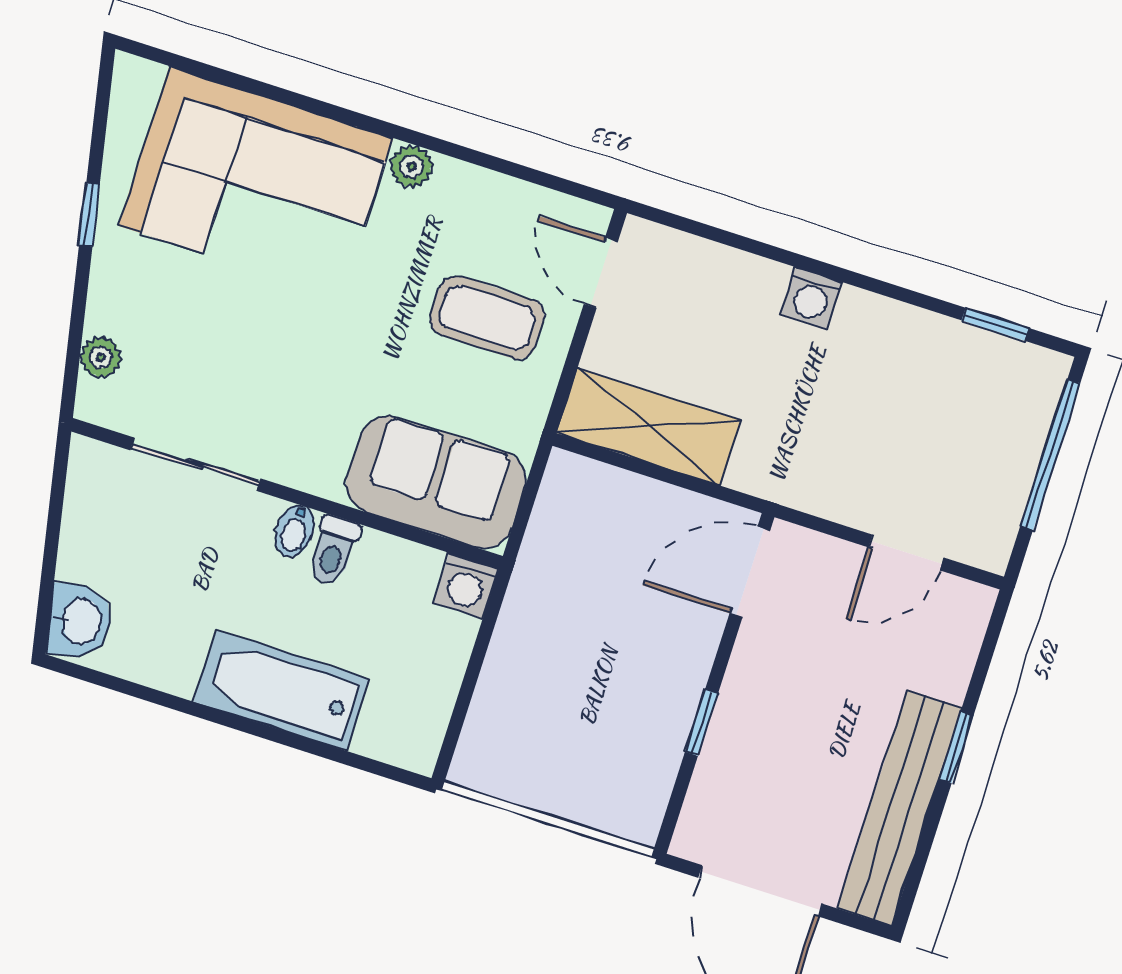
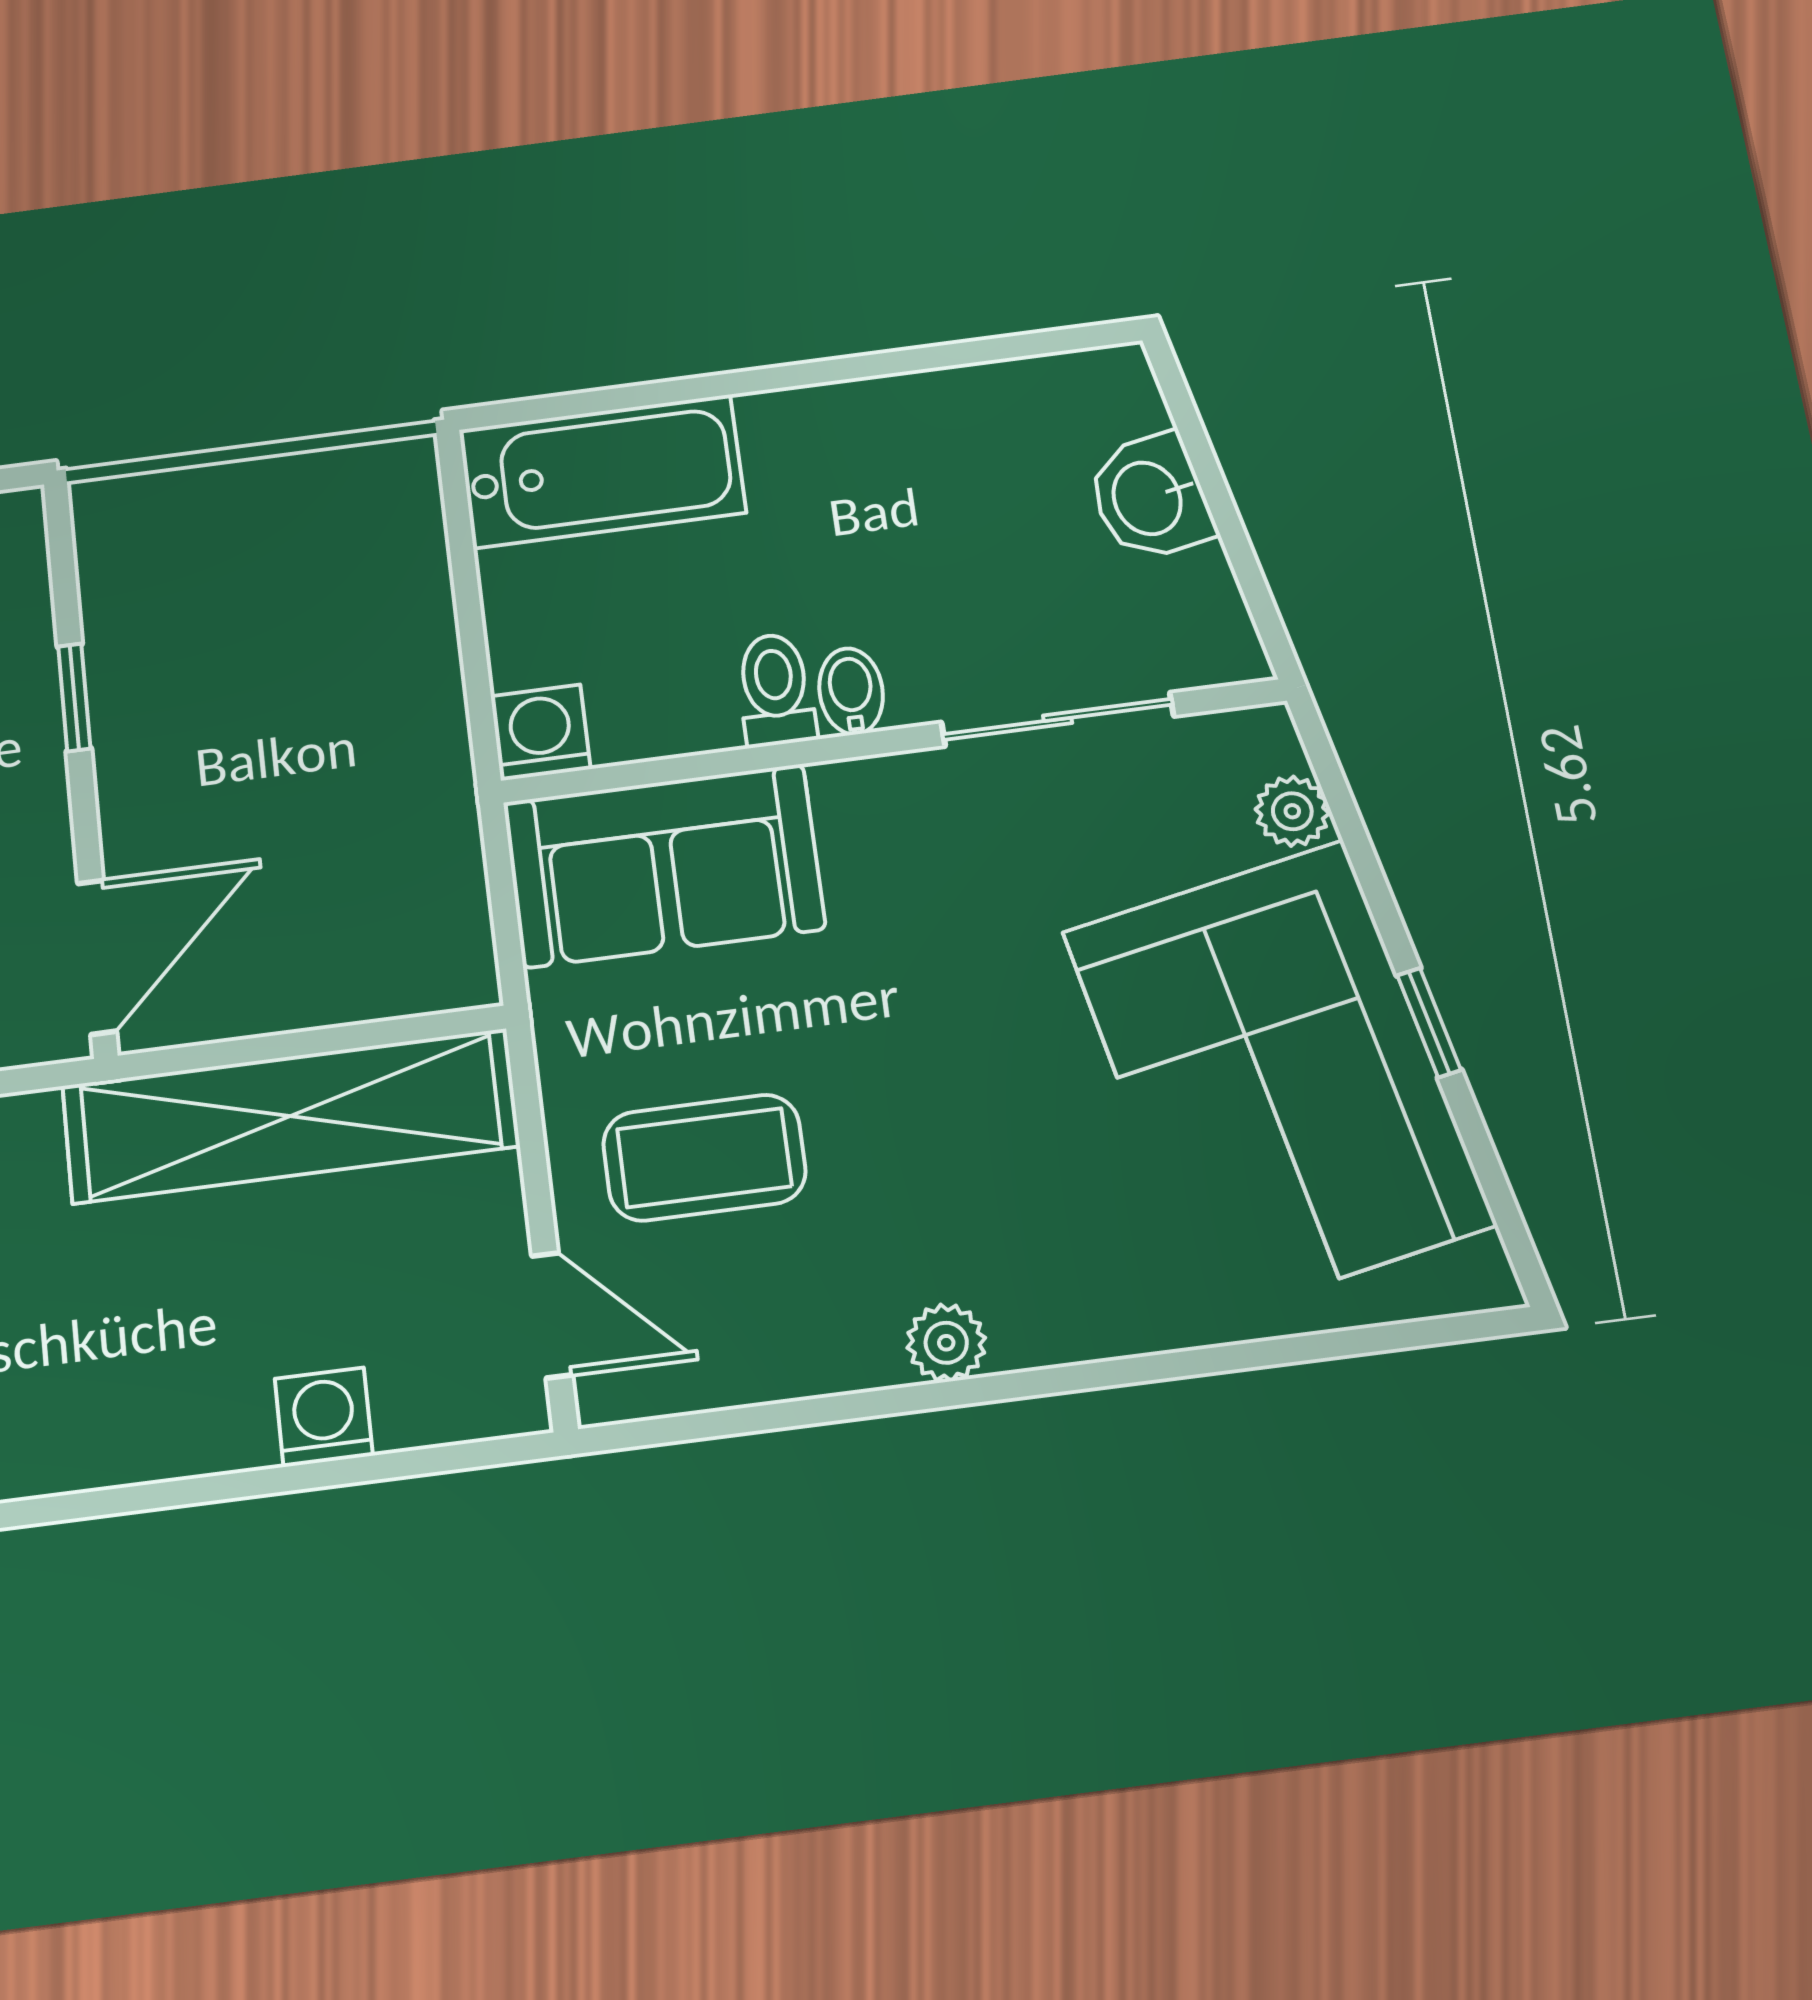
corner sofa: (256, 182) -> (1277, 1077), moved, turned -101
washing machine: (811, 298) -> (324, 1417), moved
shelving: (649, 427) -> (290, 1116), width x1.47
washbasin: (80, 621) -> (1150, 497), moved
bathtub: (282, 690) -> (602, 471), moved

